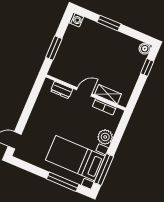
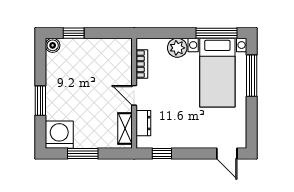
washing machine: (76, 20) -> (59, 135), width x1.89, depth x1.89
window: (54, 48) -> (83, 153), moved
window: (34, 94) -> (162, 153), added
shelving: (108, 94) -> (125, 129), moved

